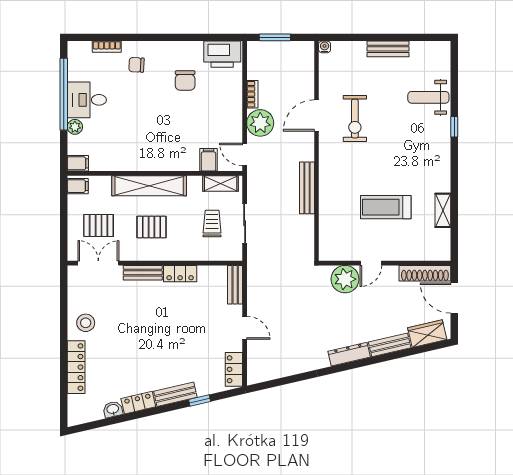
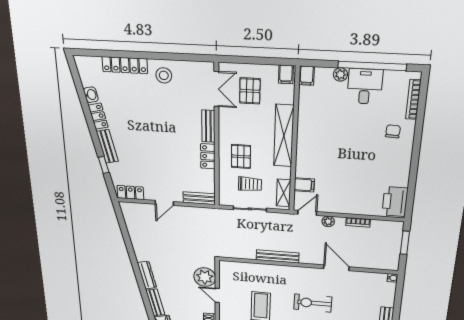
bookcase: (107, 47) -> (413, 100), width x1.56
chair: (185, 80) -> (375, 171), removed
exercise bike: (355, 119) -> (313, 303), moved
plant: (260, 123) -> (328, 221), width x0.53, depth x0.53
pallet: (151, 227) -> (241, 156), moved

